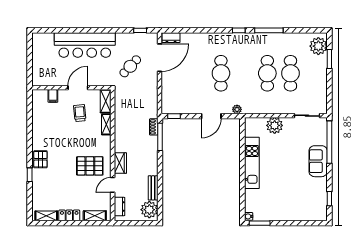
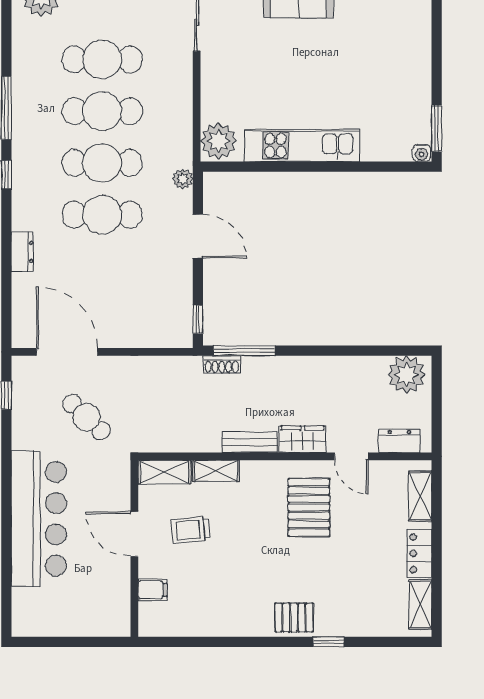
dresser: (171, 38) -> (22, 252), moved
cafe table: (244, 73) -> (102, 163), added
plant: (275, 125) -> (219, 141), moved
bench: (153, 188) -> (250, 442), moved

